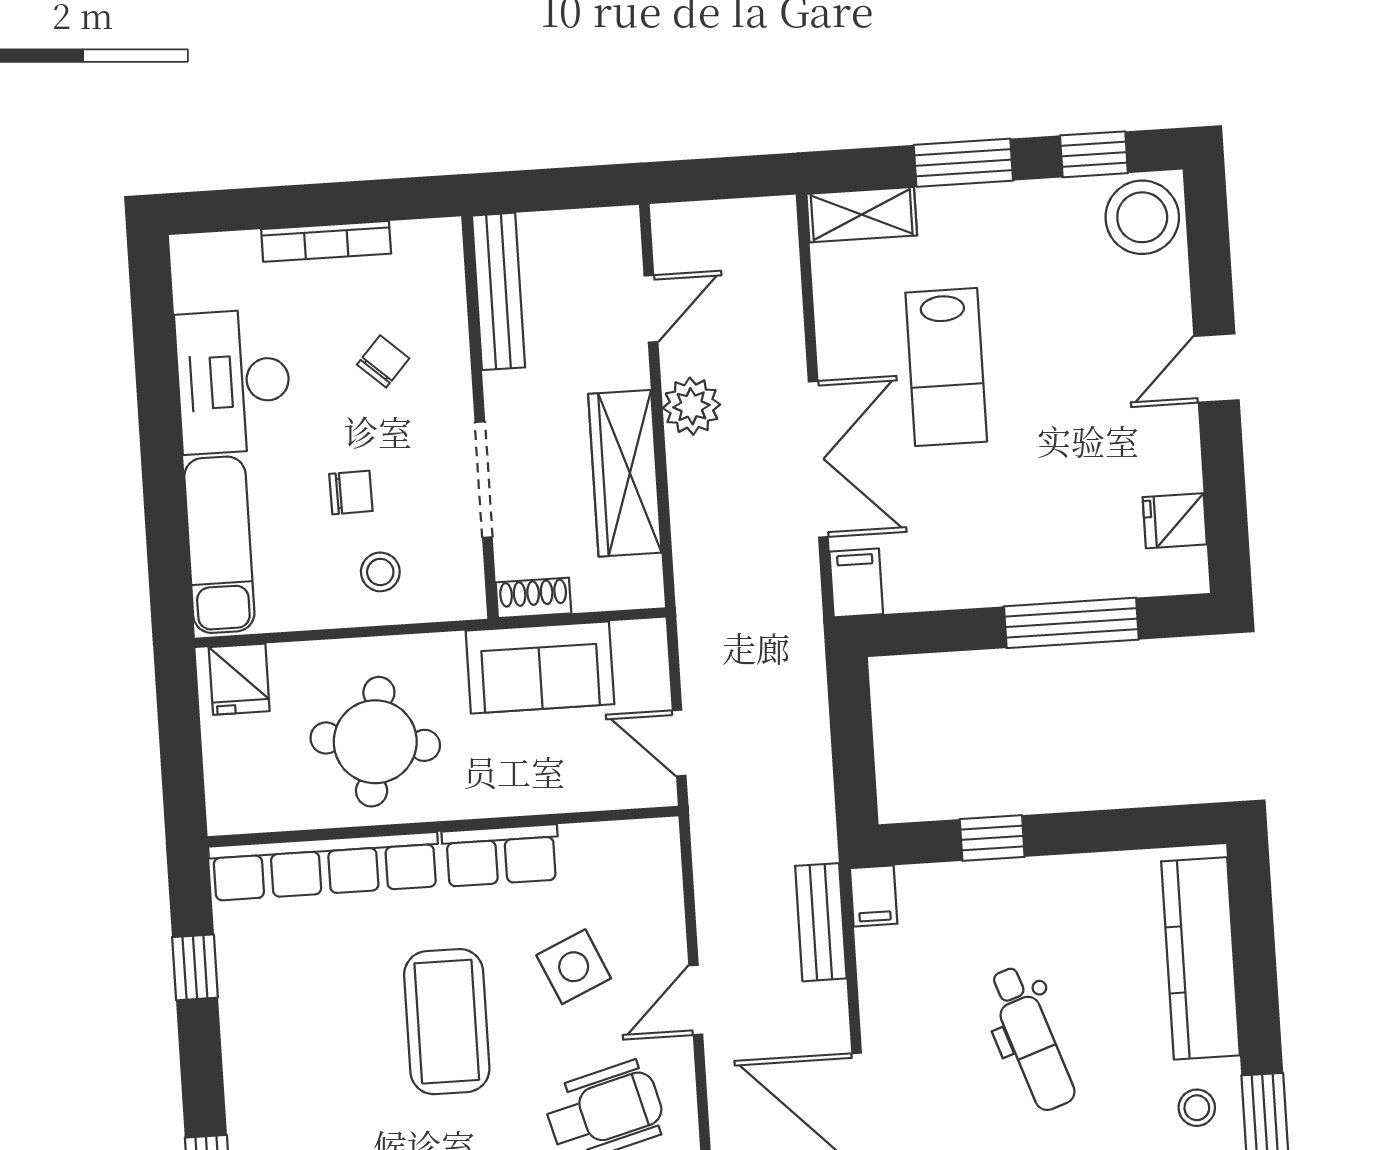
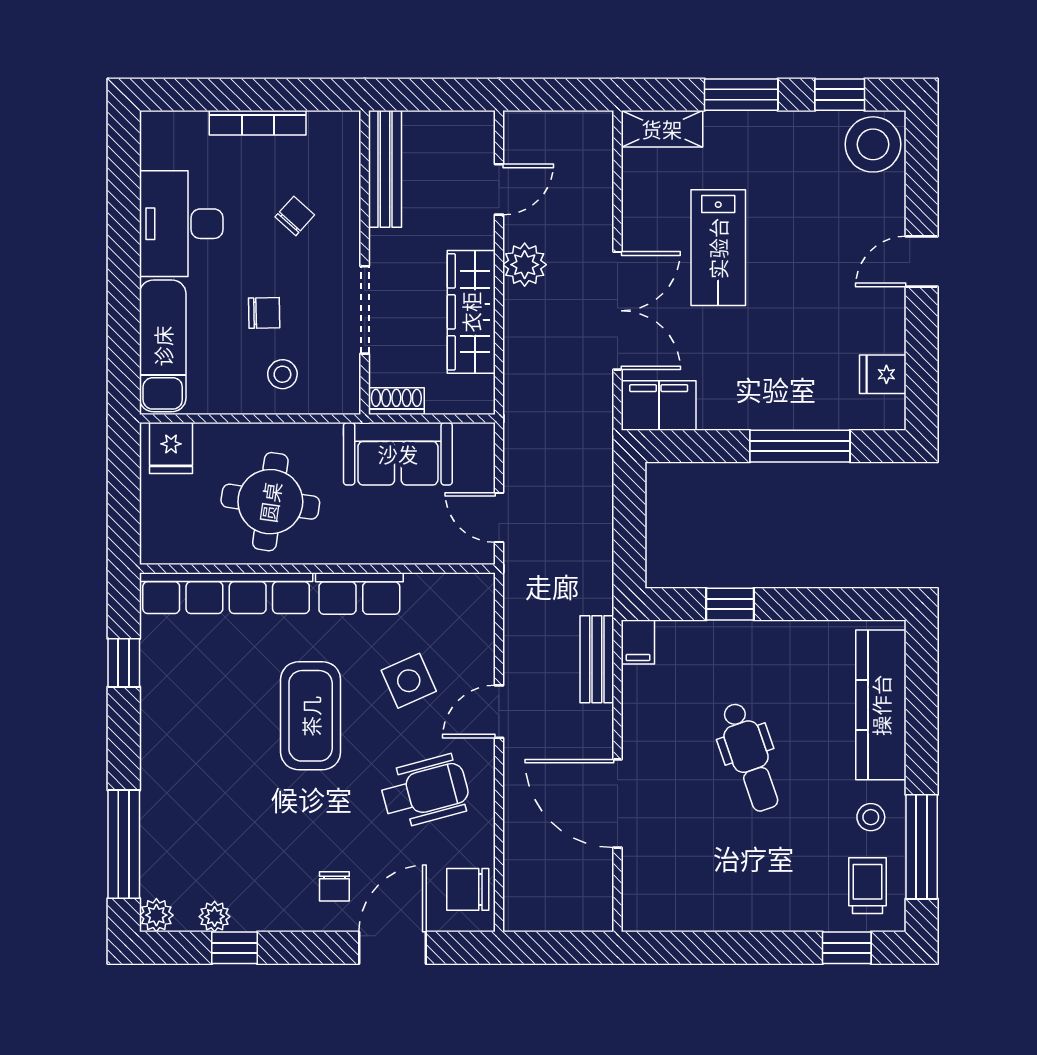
filing cabinet: (856, 583) -> (659, 406), width x2.00

